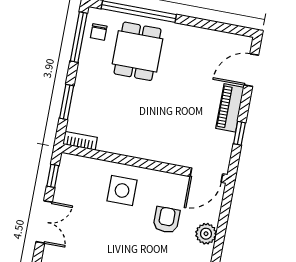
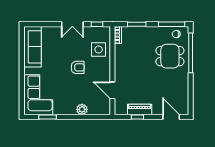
piano: (230, 108) -> (140, 110), moved
door: (206, 175) -> (112, 90), moved
side table: (122, 190) -> (99, 50), moved
armchair: (166, 220) -> (78, 67), moved

